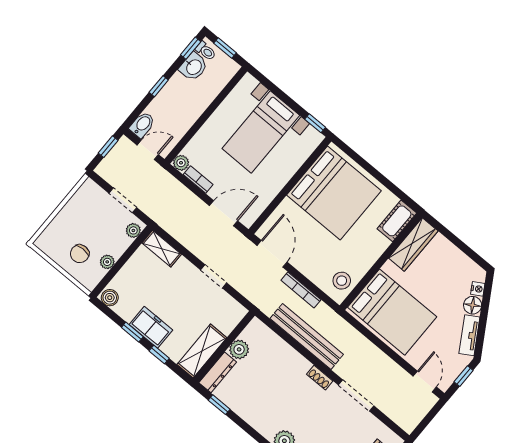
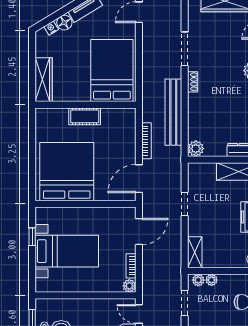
window: (315, 123) -> (32, 237), moved
door: (224, 213) -> (139, 231), swing flipped
cot: (397, 221) -> (85, 116), moved
wardrobe: (413, 244) -> (44, 80), moved, turned 90
plant: (107, 262) -> (212, 280), moved
stool: (342, 281) -> (119, 120), removed
plant: (239, 349) -> (196, 149), moved

